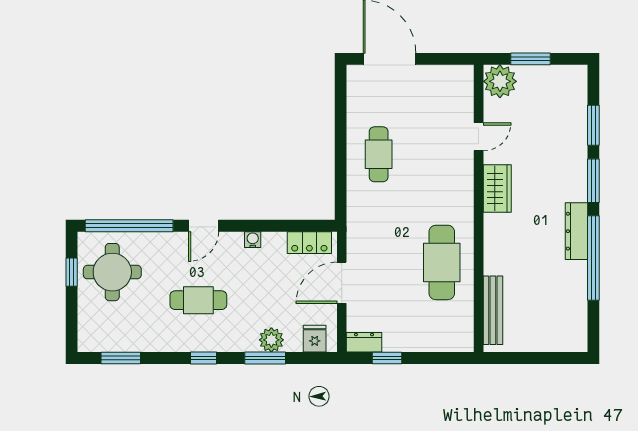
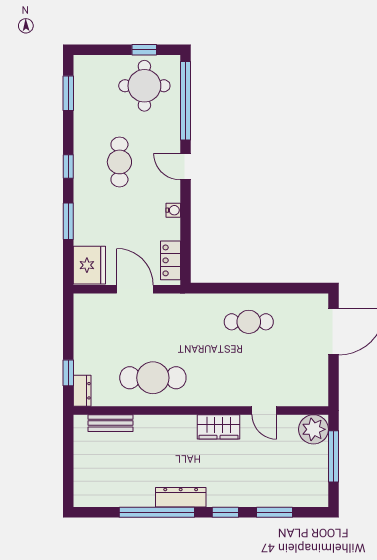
window: (531, 59) -> (333, 456), width x1.44
window: (593, 181) -> (225, 512), width x0.67
bench: (493, 310) -> (111, 423), width x0.73
fridge: (315, 339) -> (89, 265), width x1.88, depth x1.34
plant: (271, 340) -> (84, 227), removed
dresser: (364, 342) -> (82, 391), moved
window: (387, 358) -> (68, 373), moved

